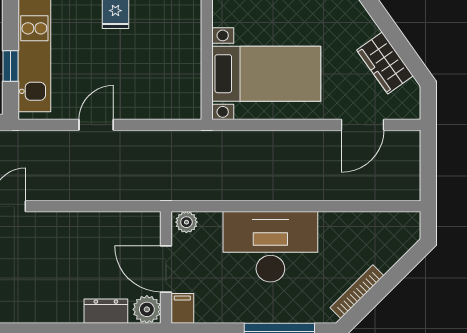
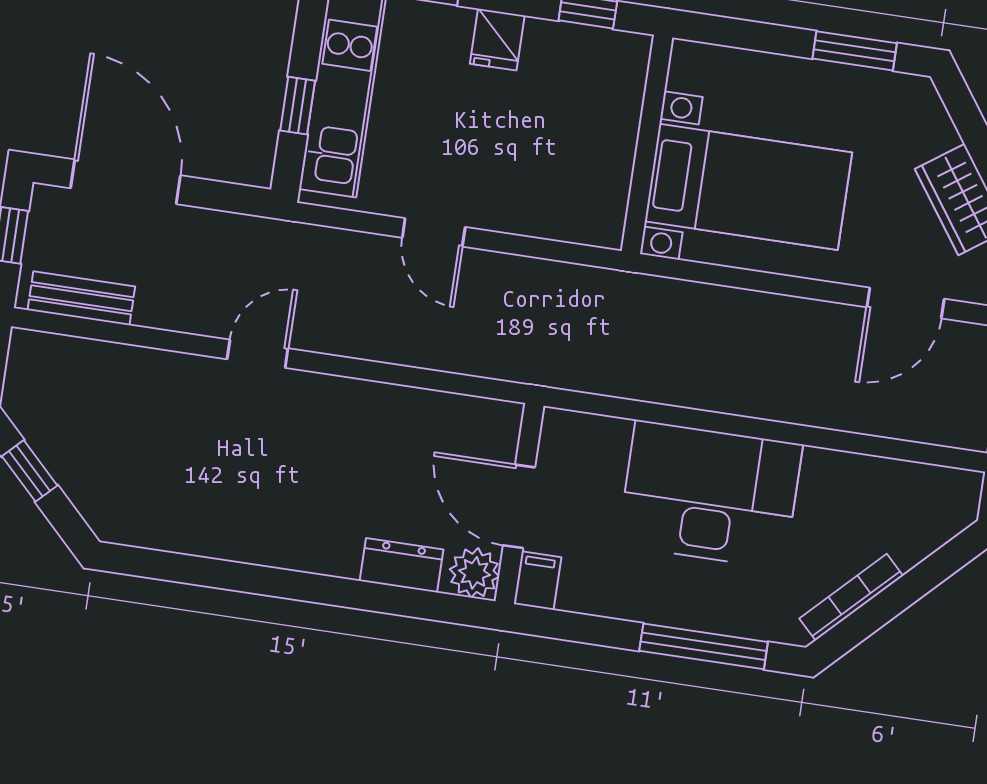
door: (96, 125) -> (434, 232), swing flipped
plant: (186, 222) -> (568, 429), removed

